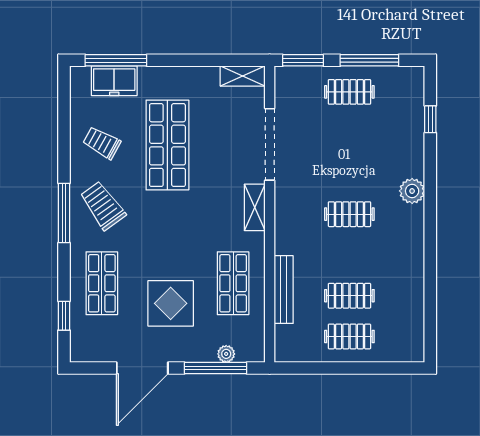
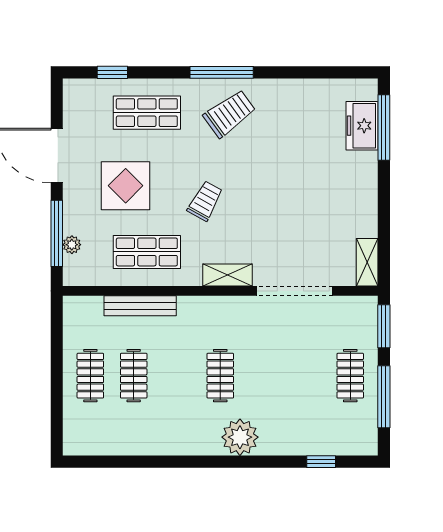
trolley: (102, 143) -> (205, 201), moved
shop shelf: (167, 145) -> (294, 182), removed
plant: (412, 191) -> (240, 437), width x1.36, depth x1.36

